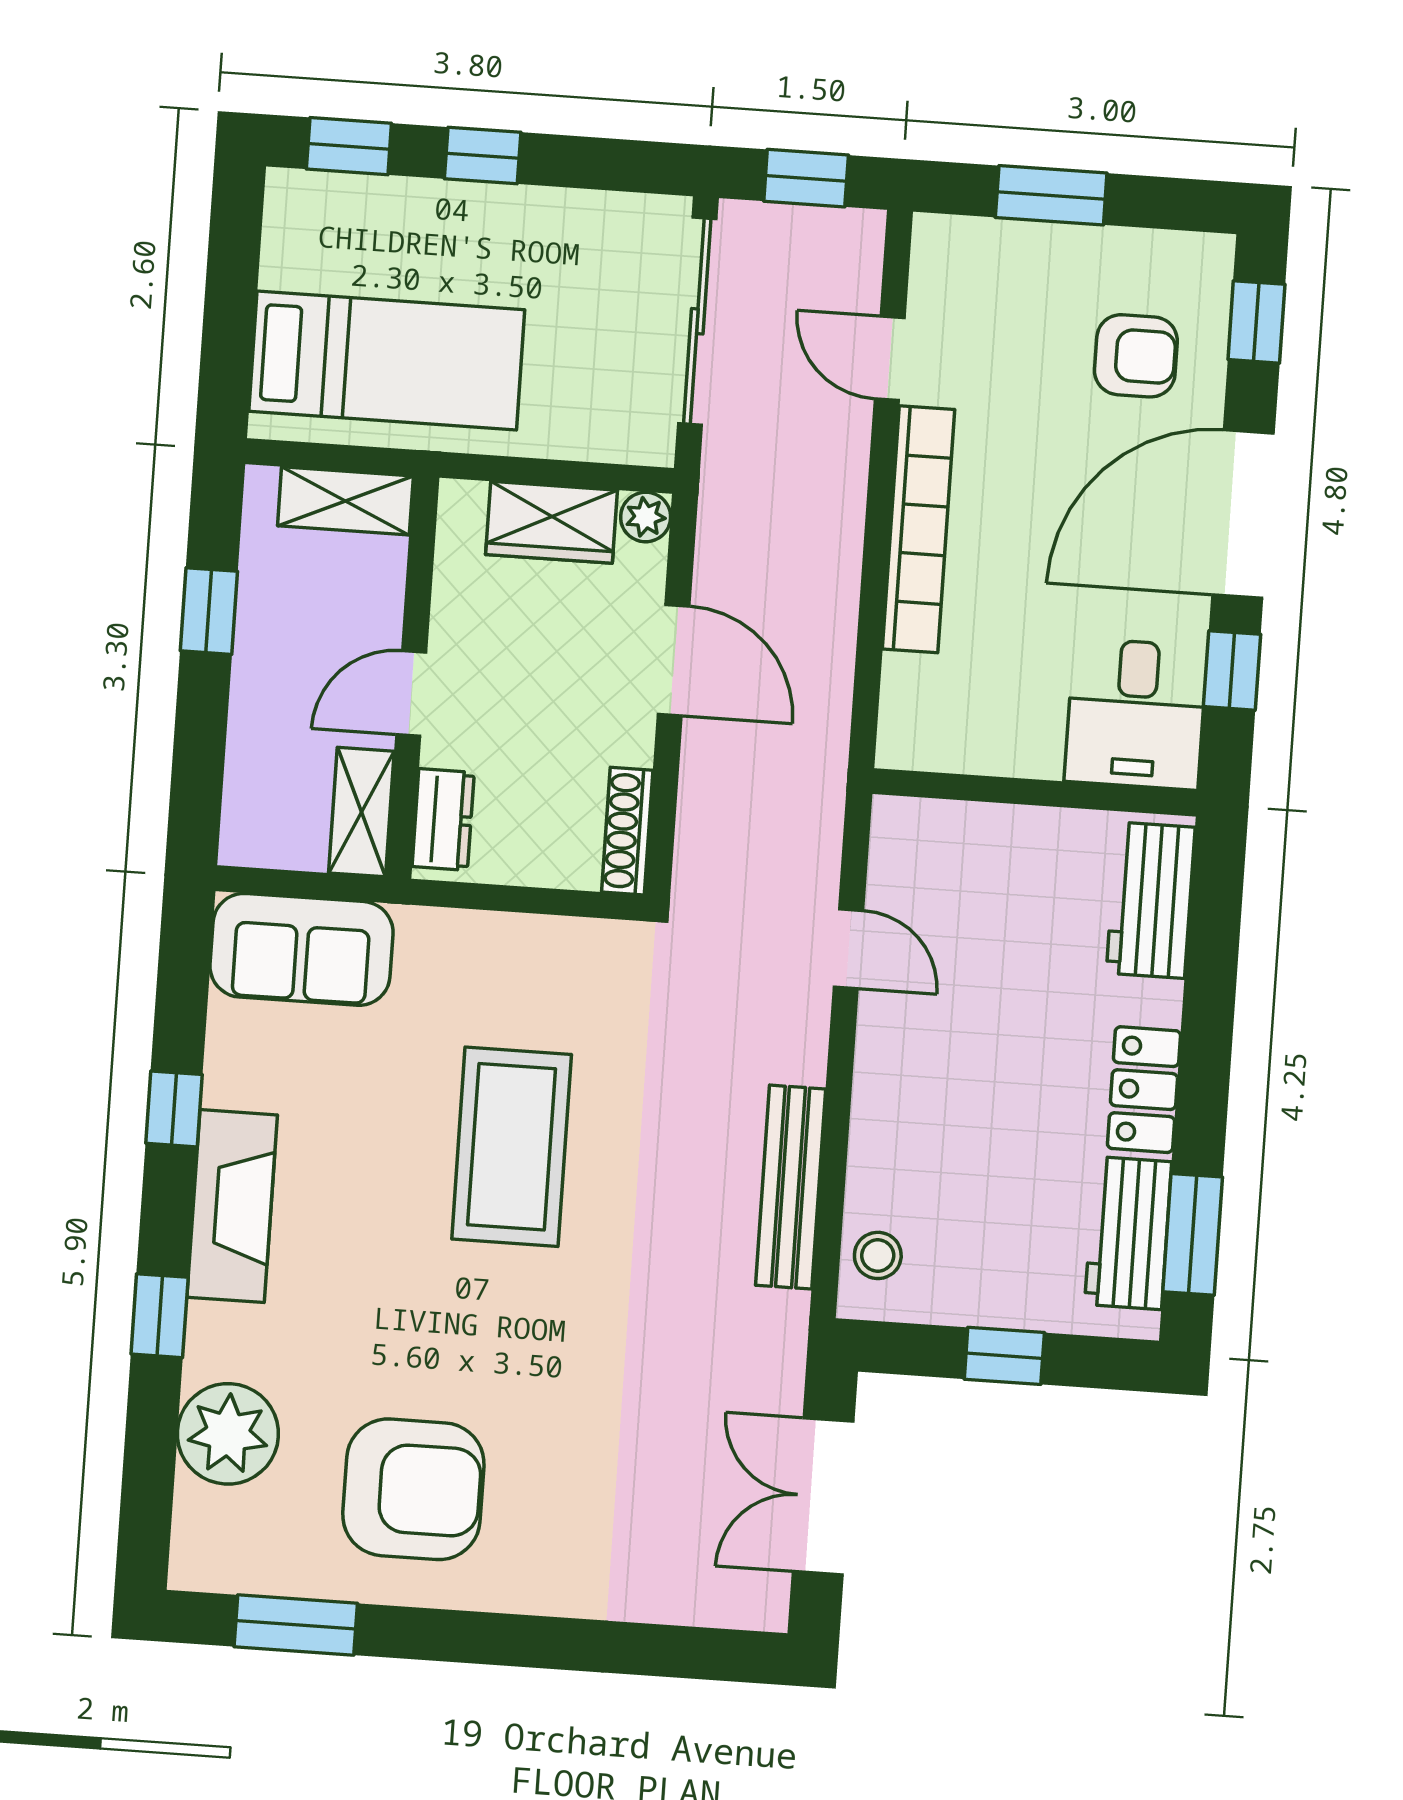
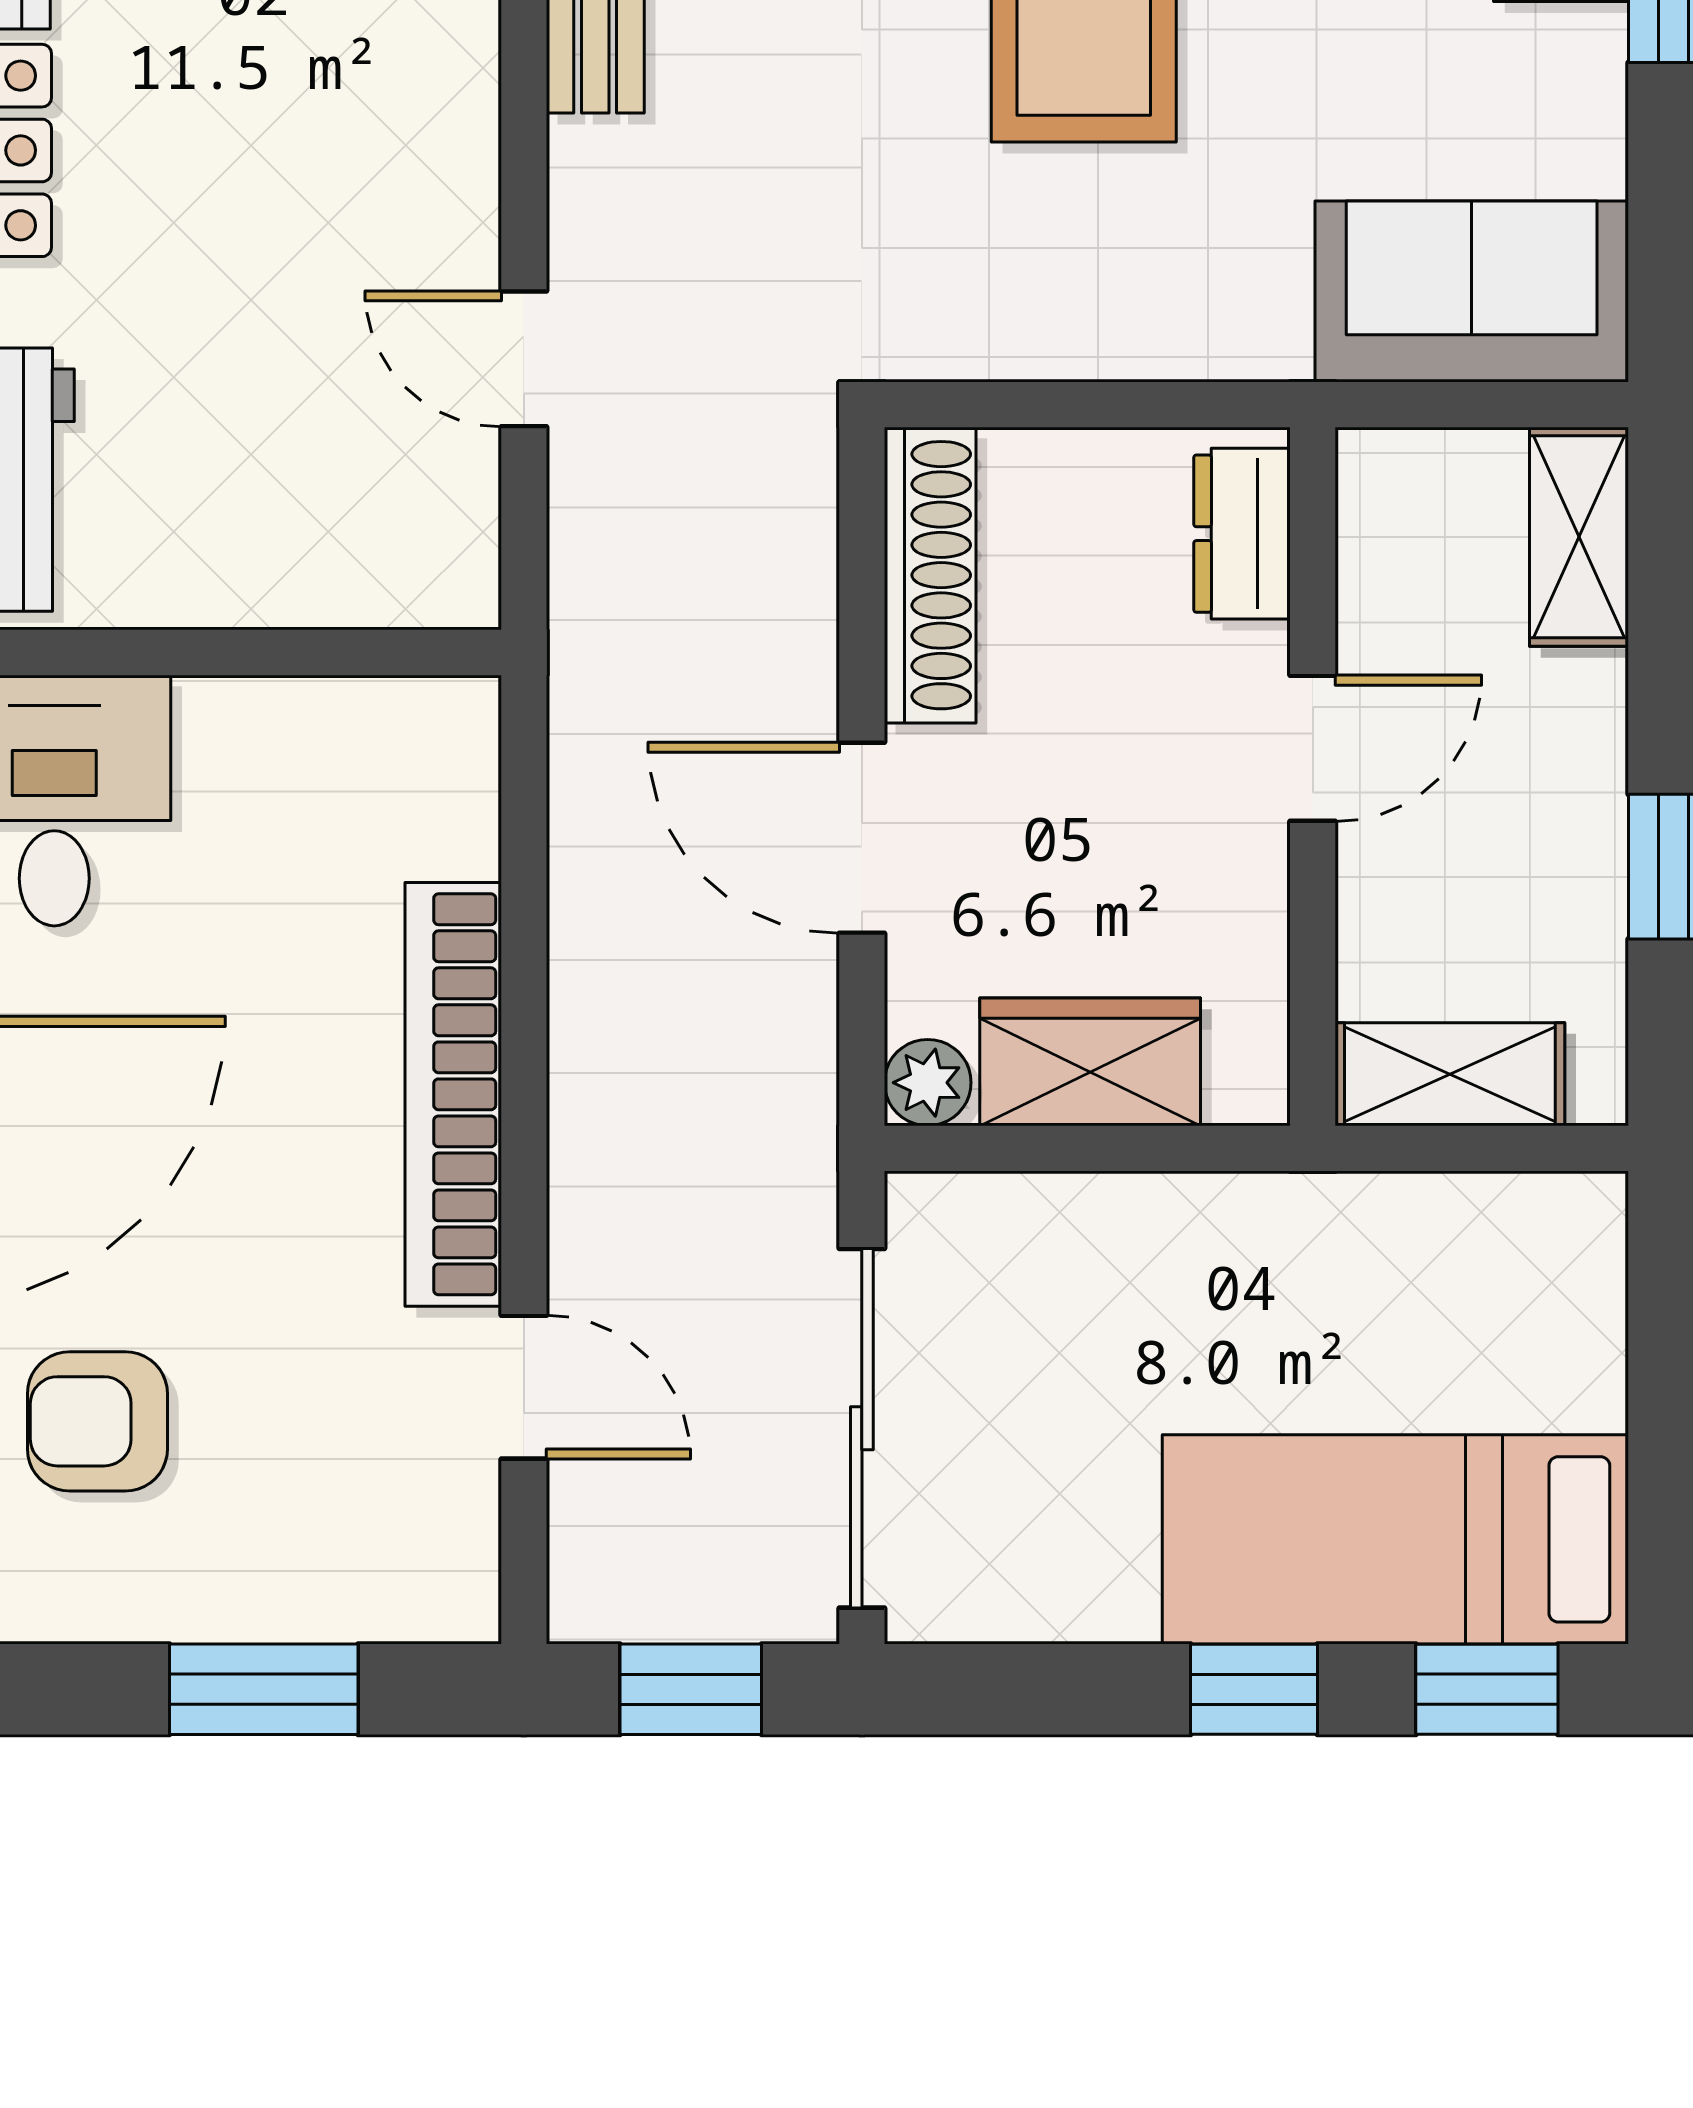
bed: (387, 361) -> (1395, 1539), moved
shelving: (361, 812) -> (1579, 537), moved
shoe rack: (627, 831) -> (930, 575), width x1.36, depth x1.24

